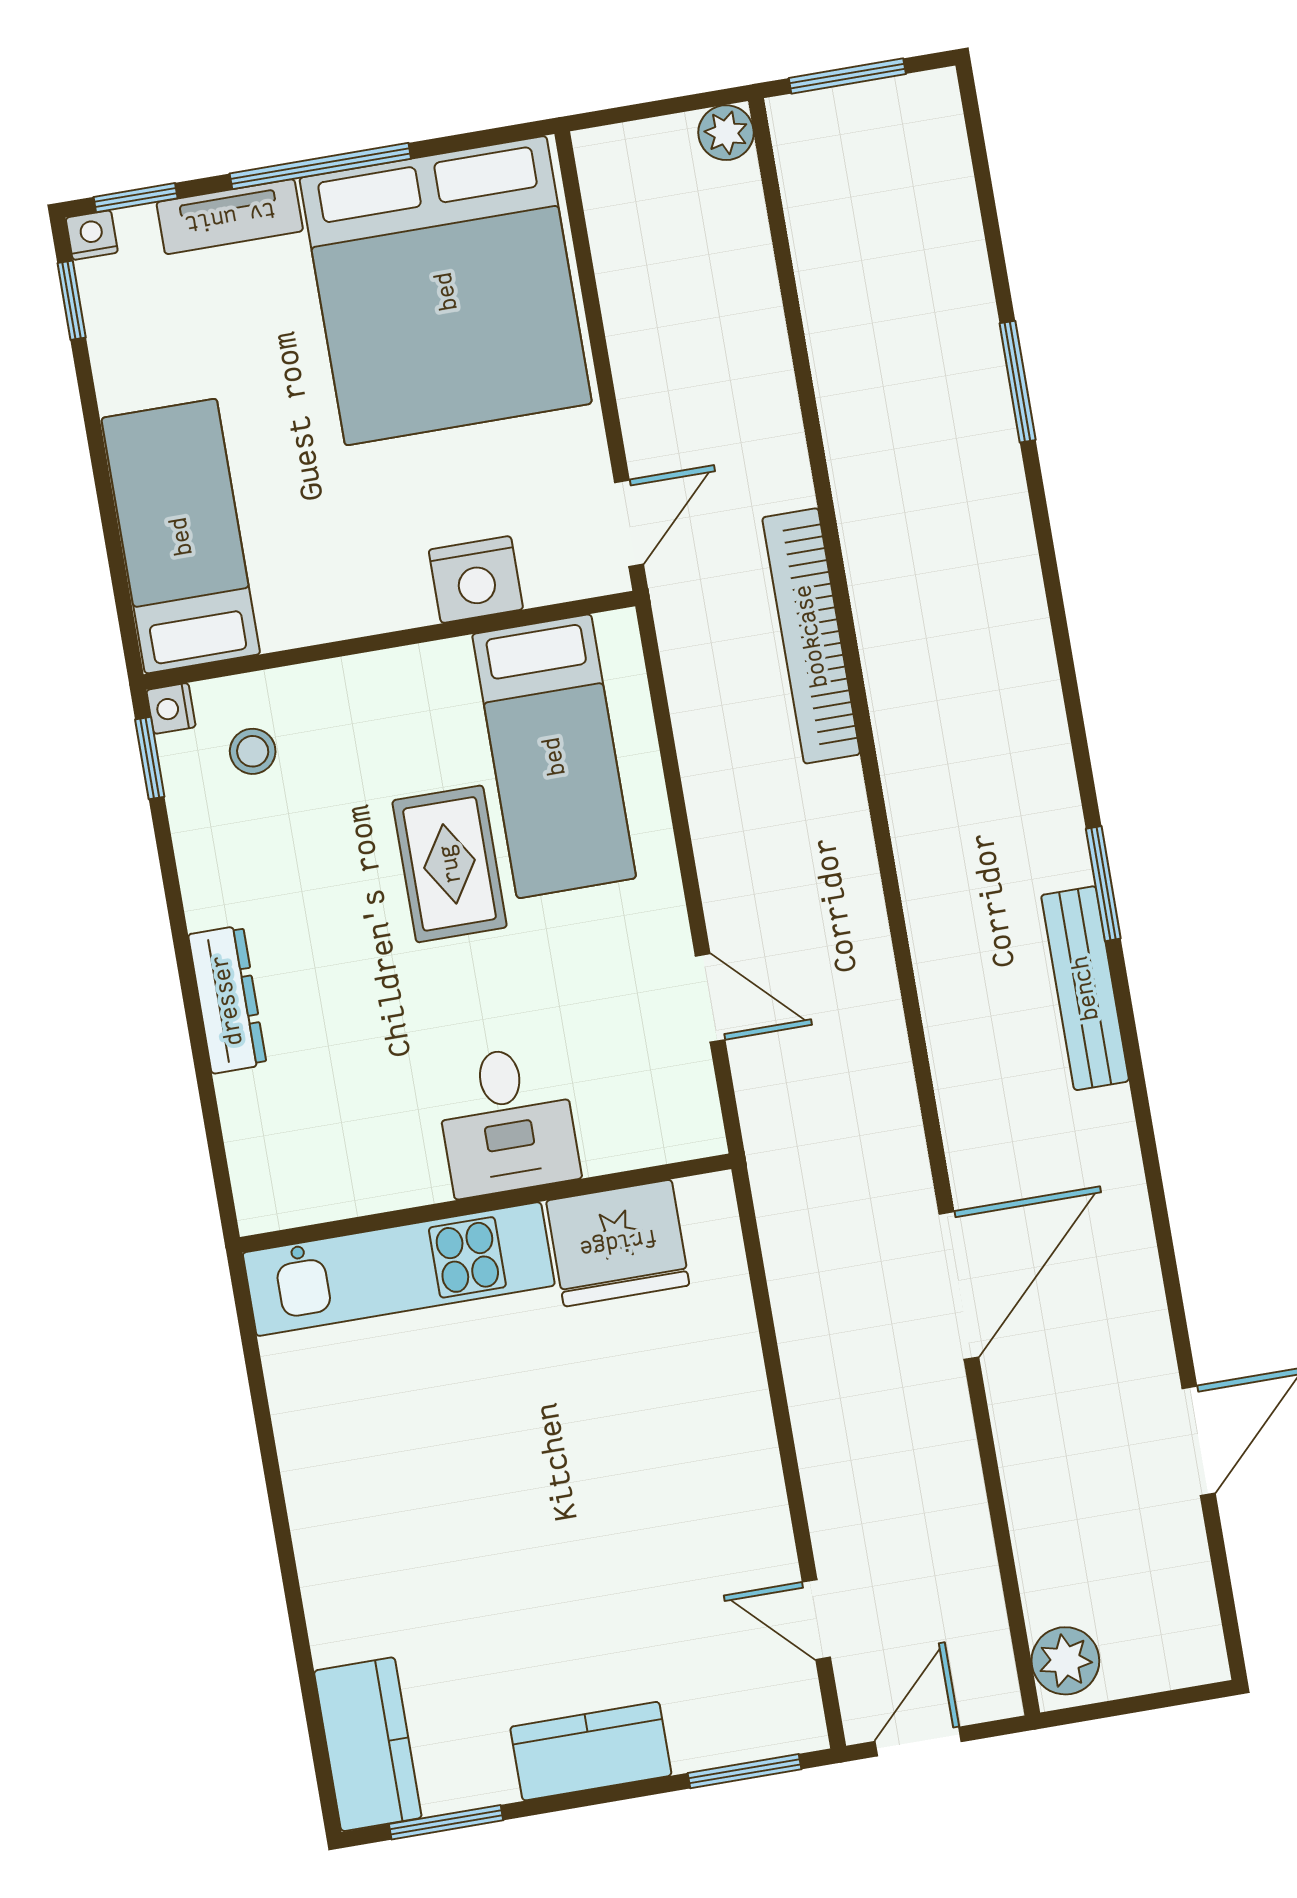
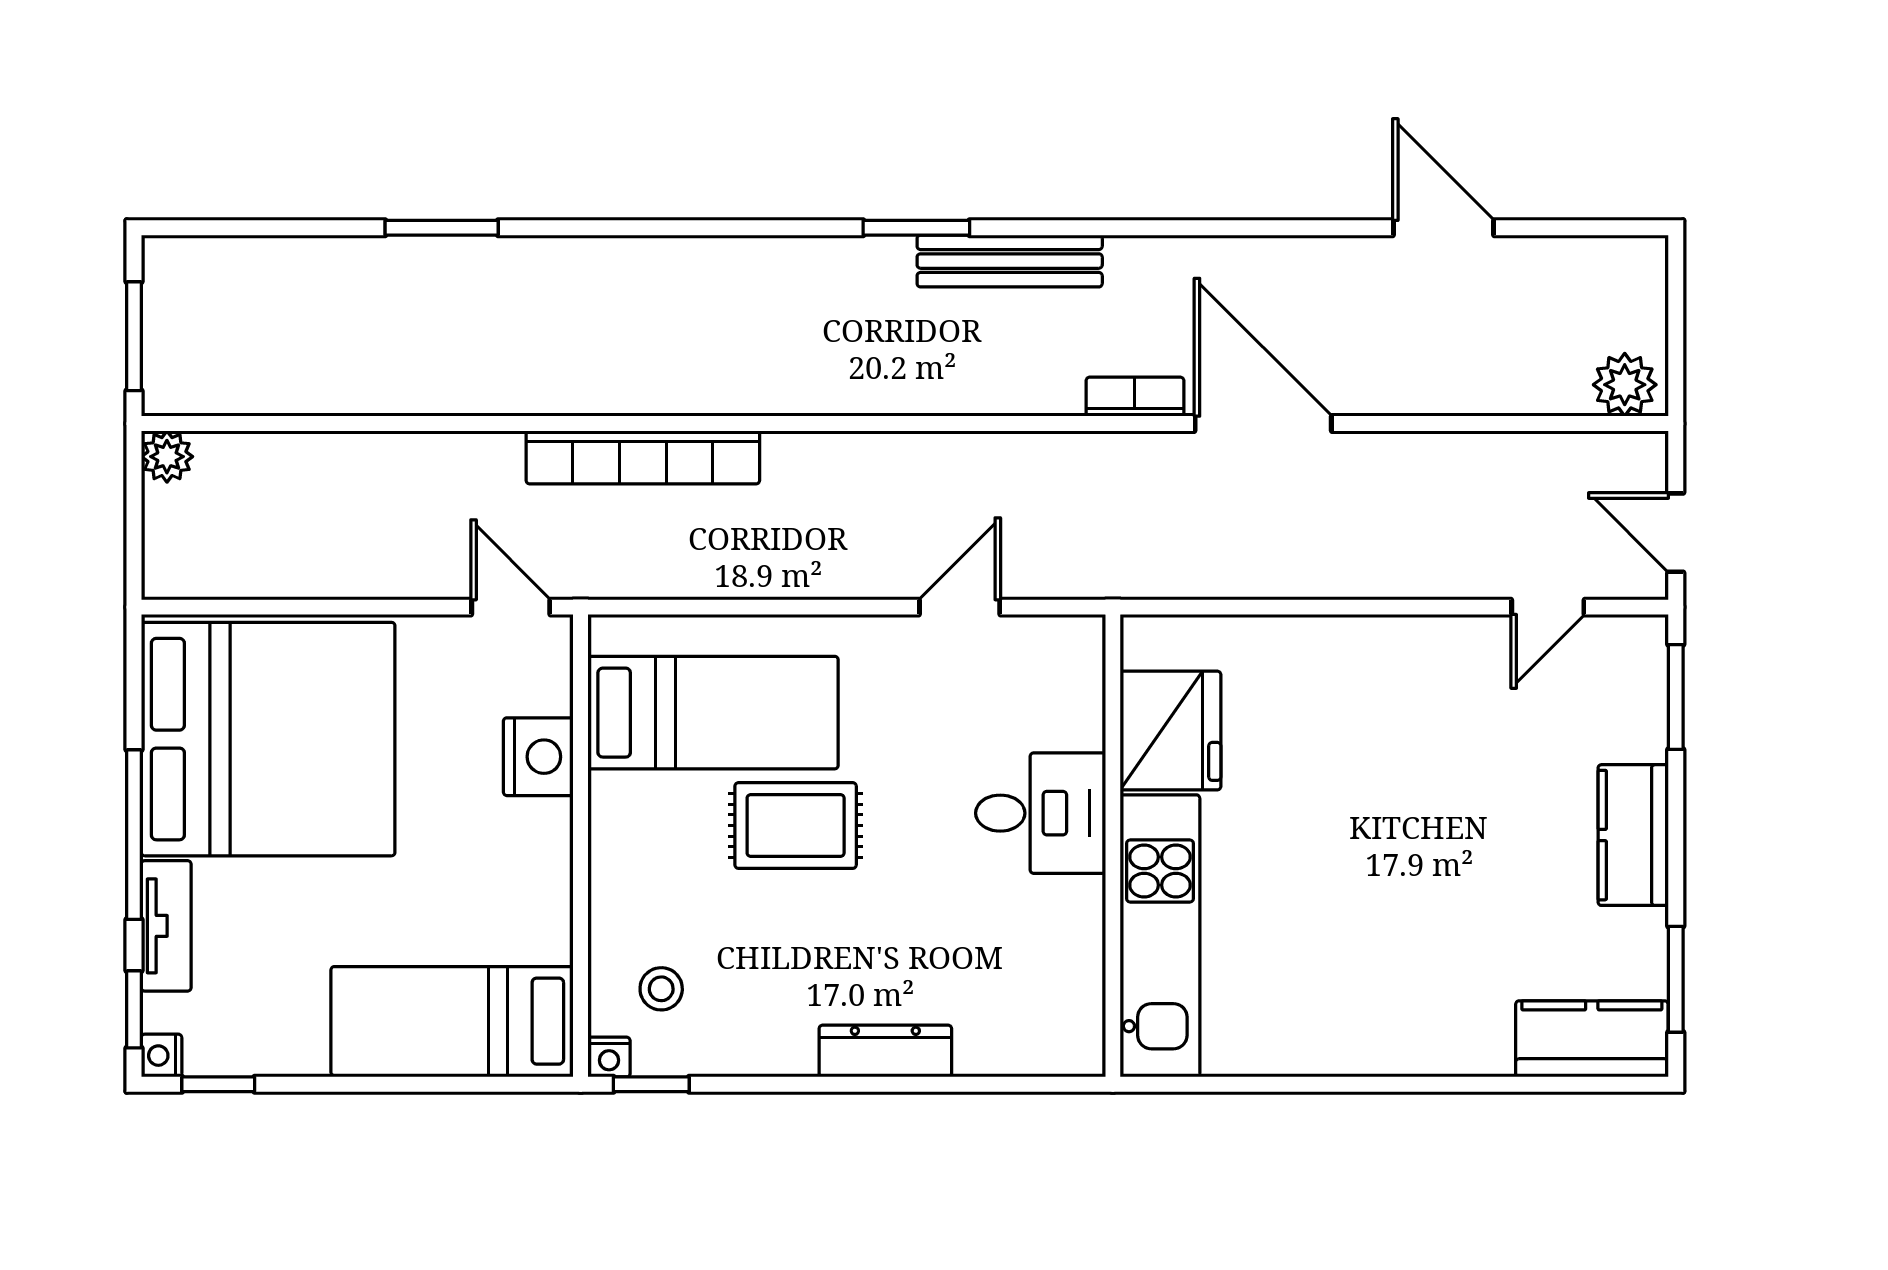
bookcase: (964, 1145) -> (1135, 397), added

